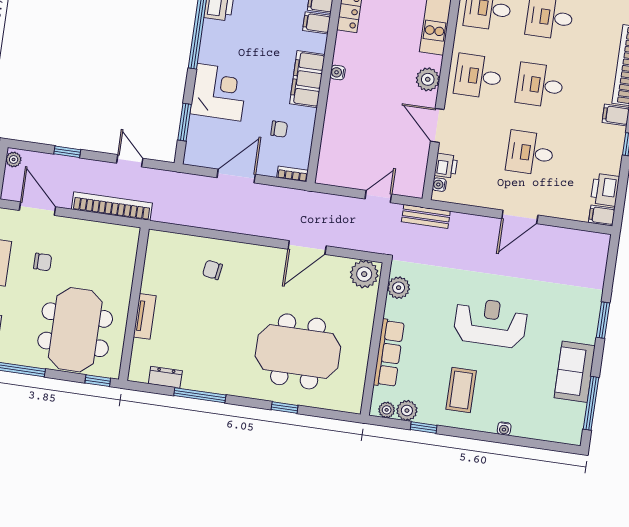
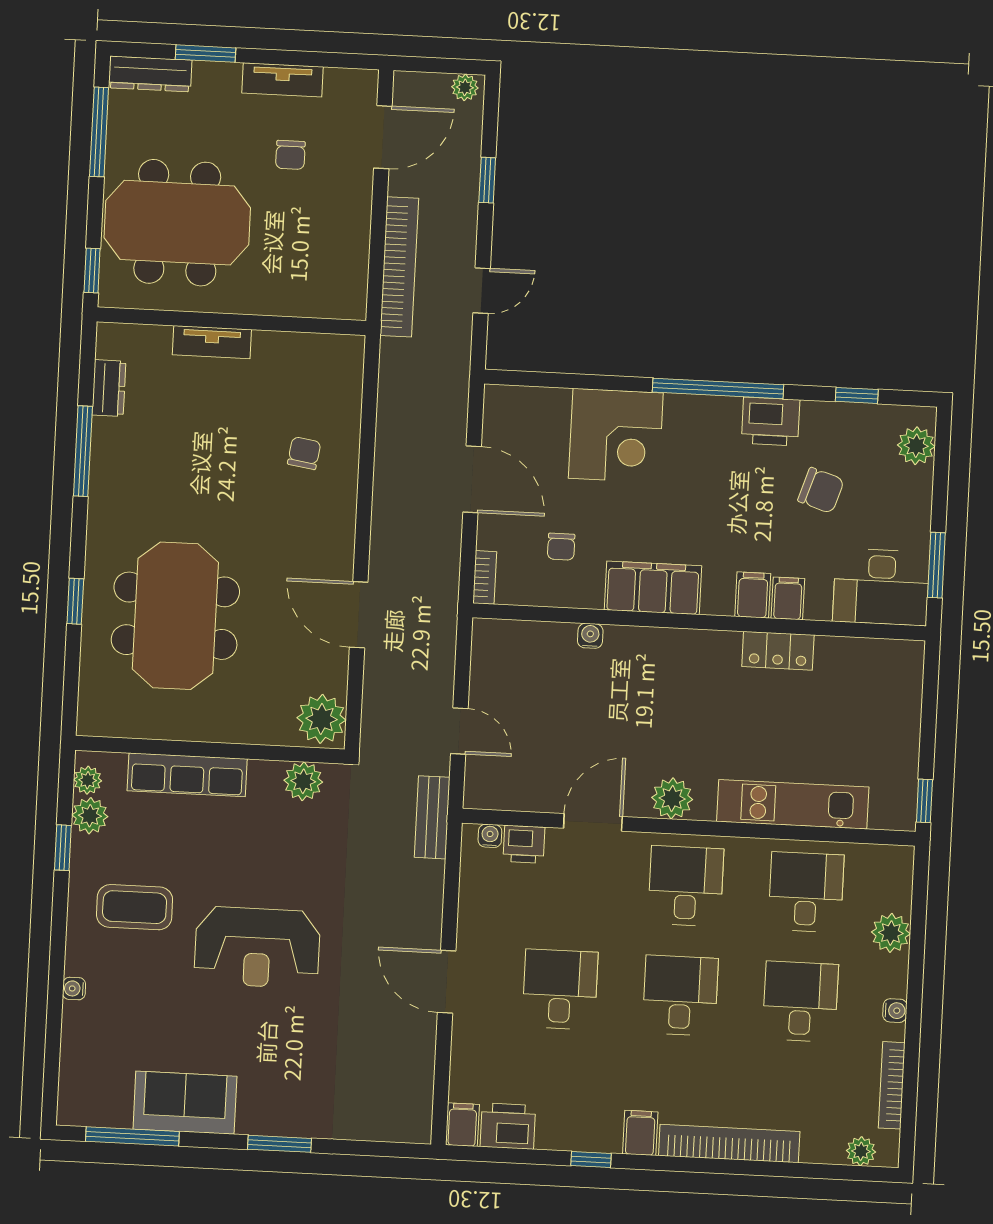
water cooler: (338, 72) -> (590, 636), moved
window: (185, 122) -> (558, 380), removed
reception desk: (490, 323) -> (257, 947), turned 90

